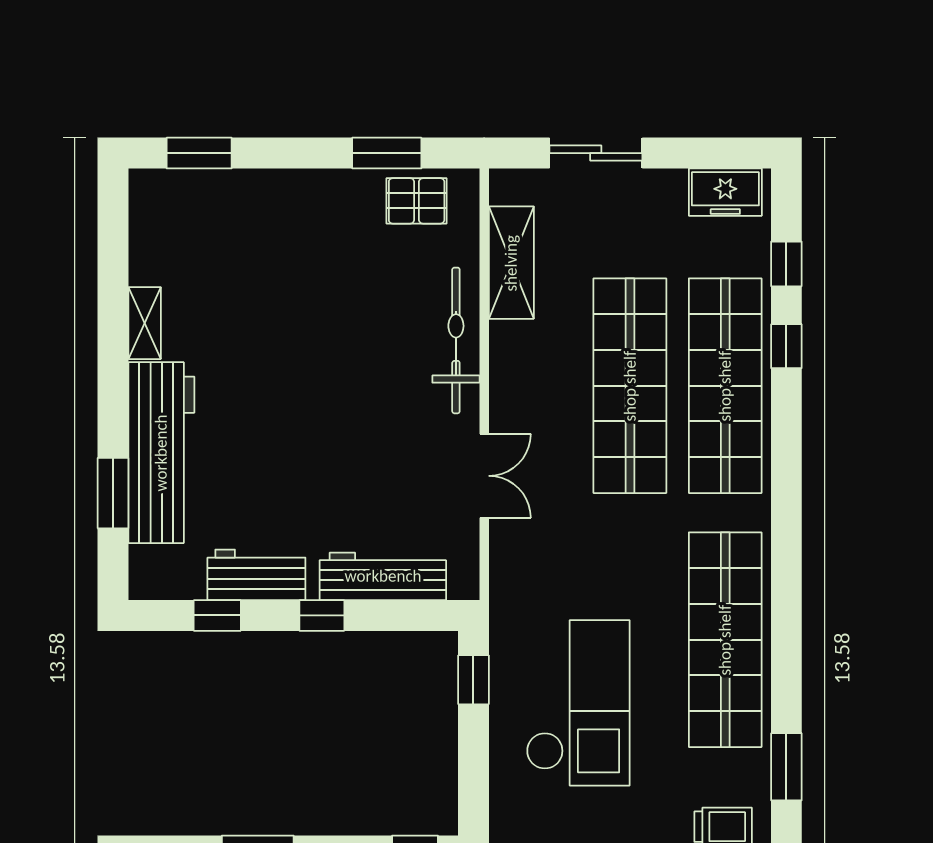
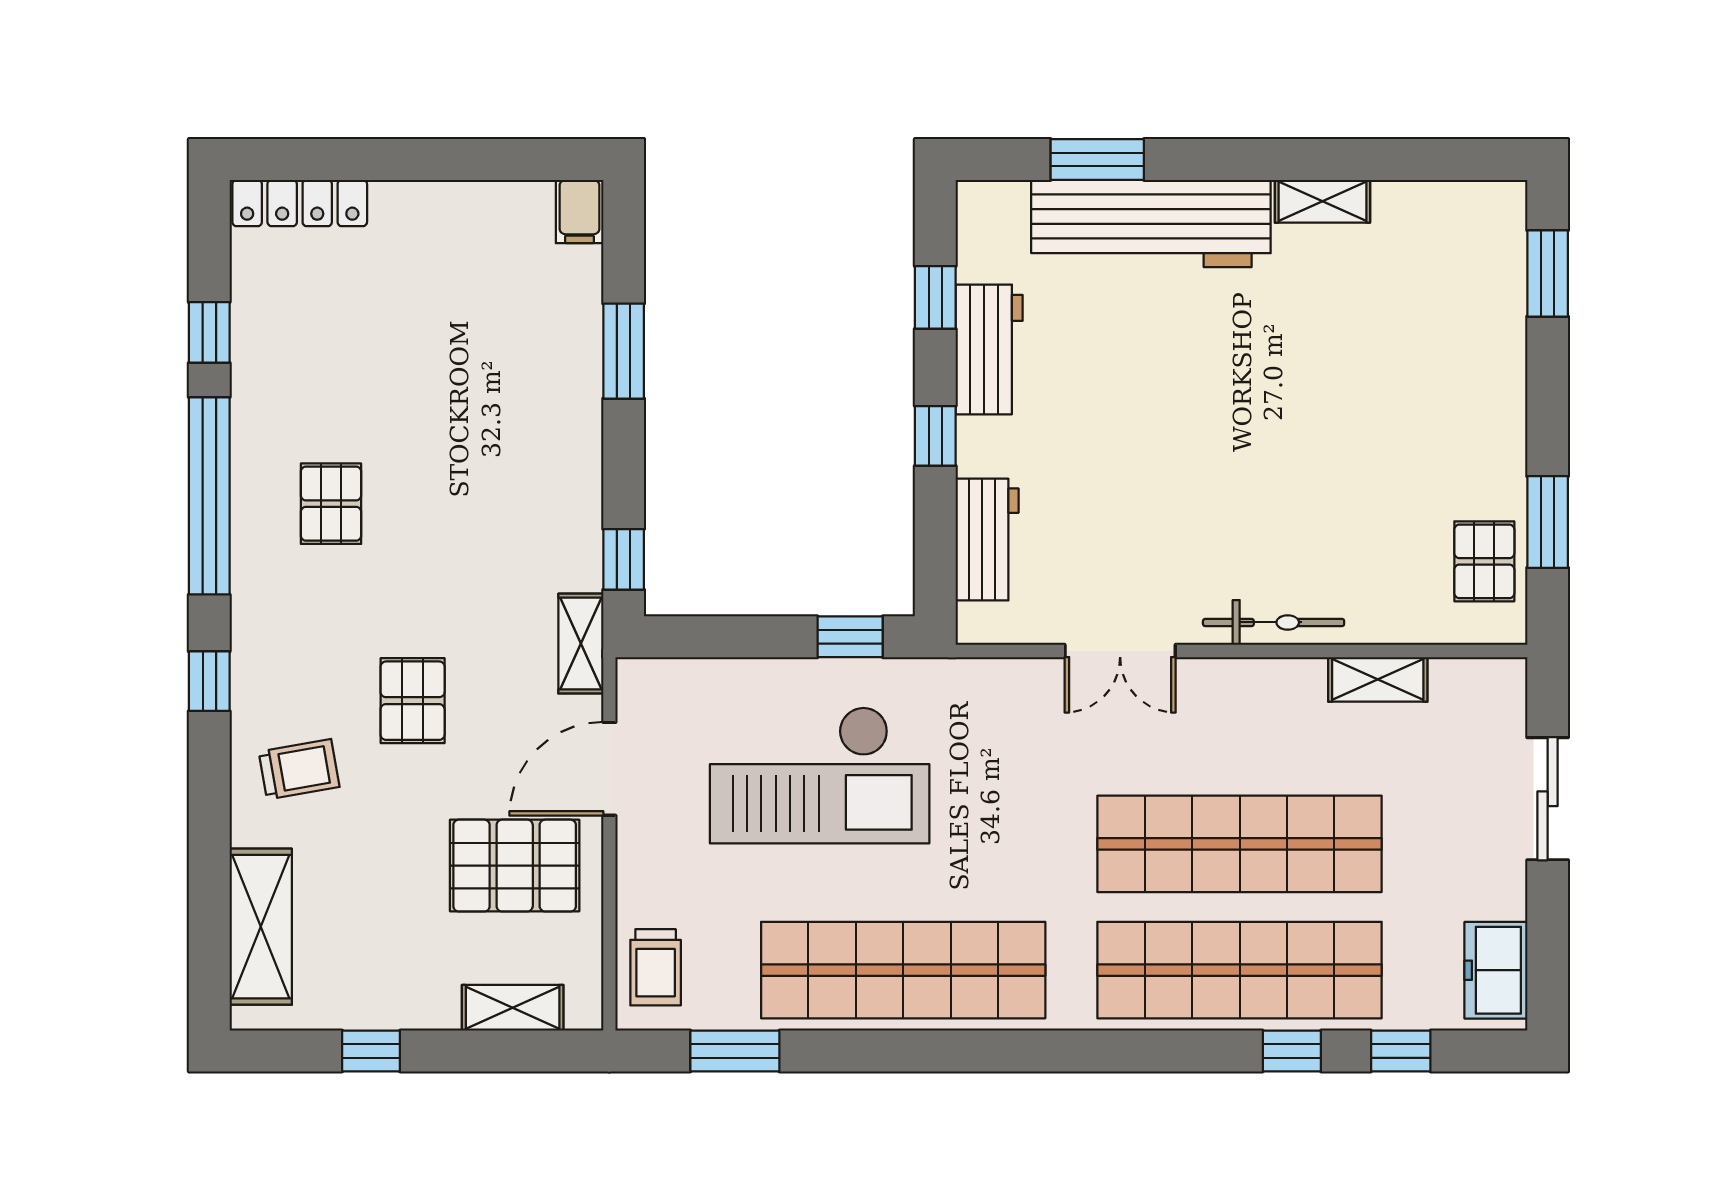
shelving: (511, 263) -> (1378, 679), width x0.67, depth x0.75
bicycle: (456, 340) -> (1274, 622), width x0.73, depth x0.71
workbench: (383, 576) -> (987, 540), width x0.73

